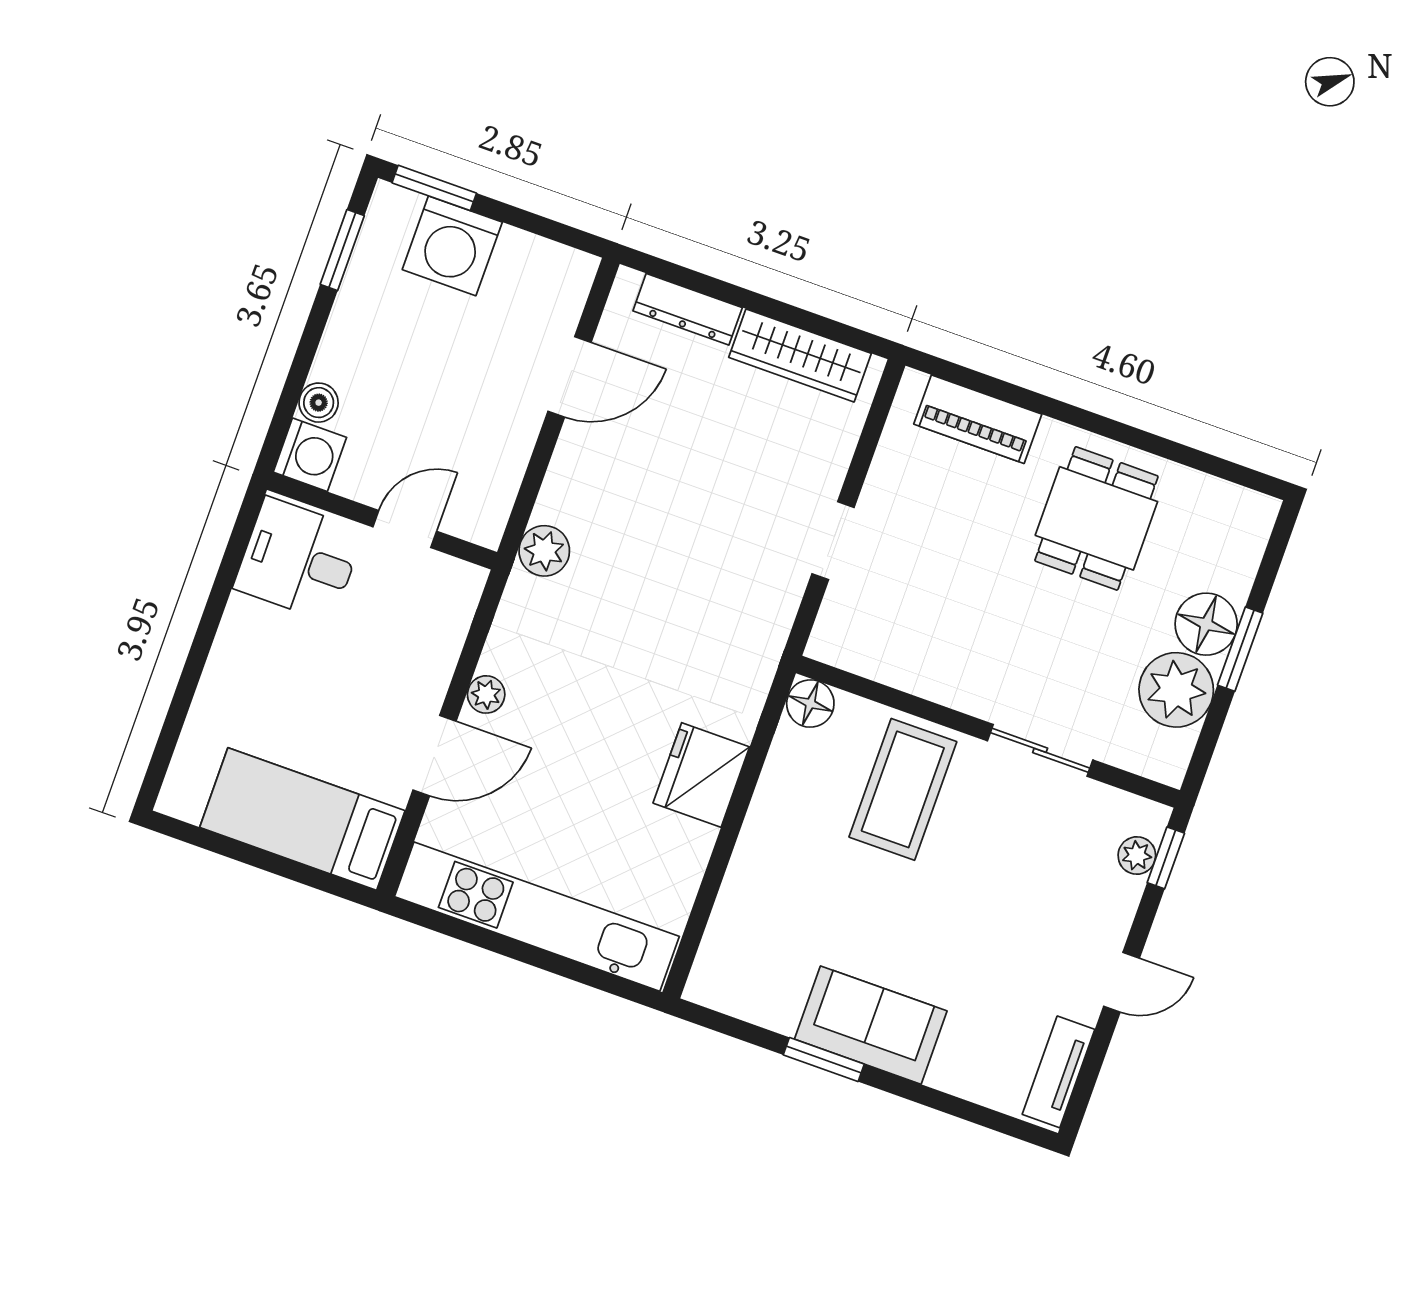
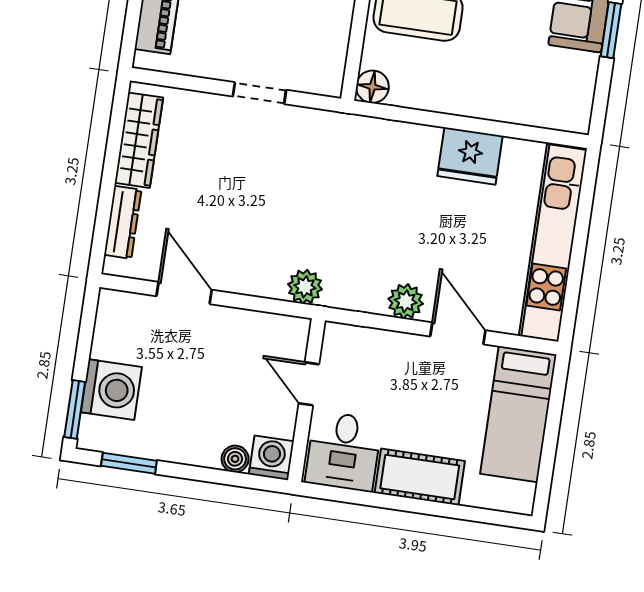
cot: (241, 661) -> (420, 477), added
plant: (486, 694) -> (406, 301), width x1.38, depth x1.38
fridge: (701, 775) -> (470, 156), moved

